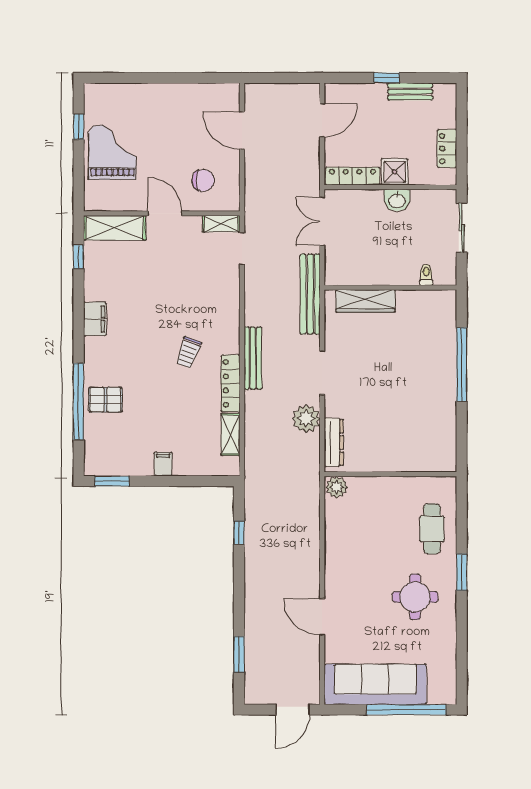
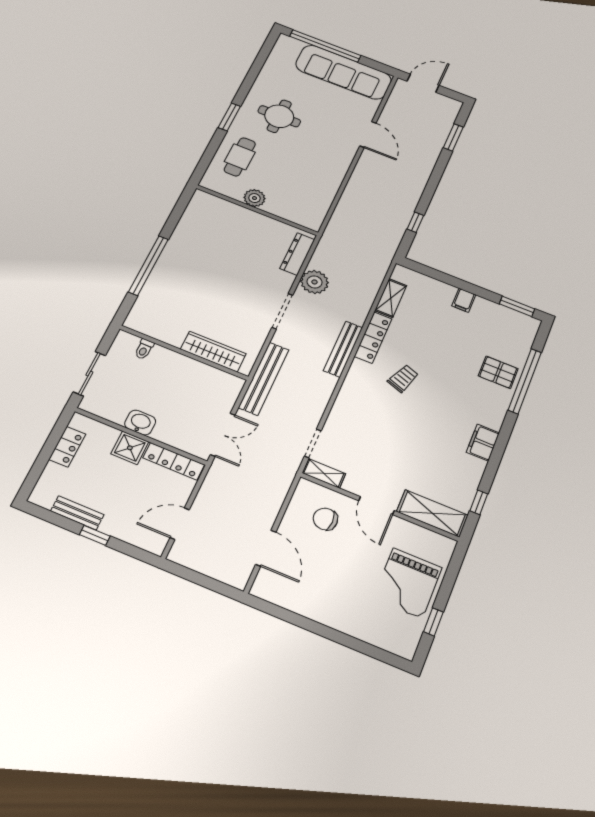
plant: (337, 487) -> (254, 198), moved

